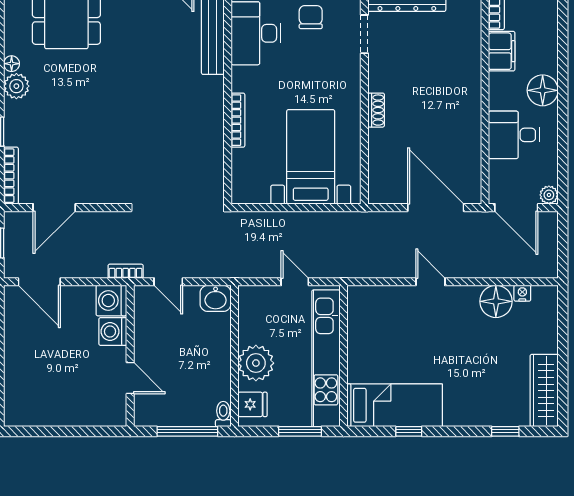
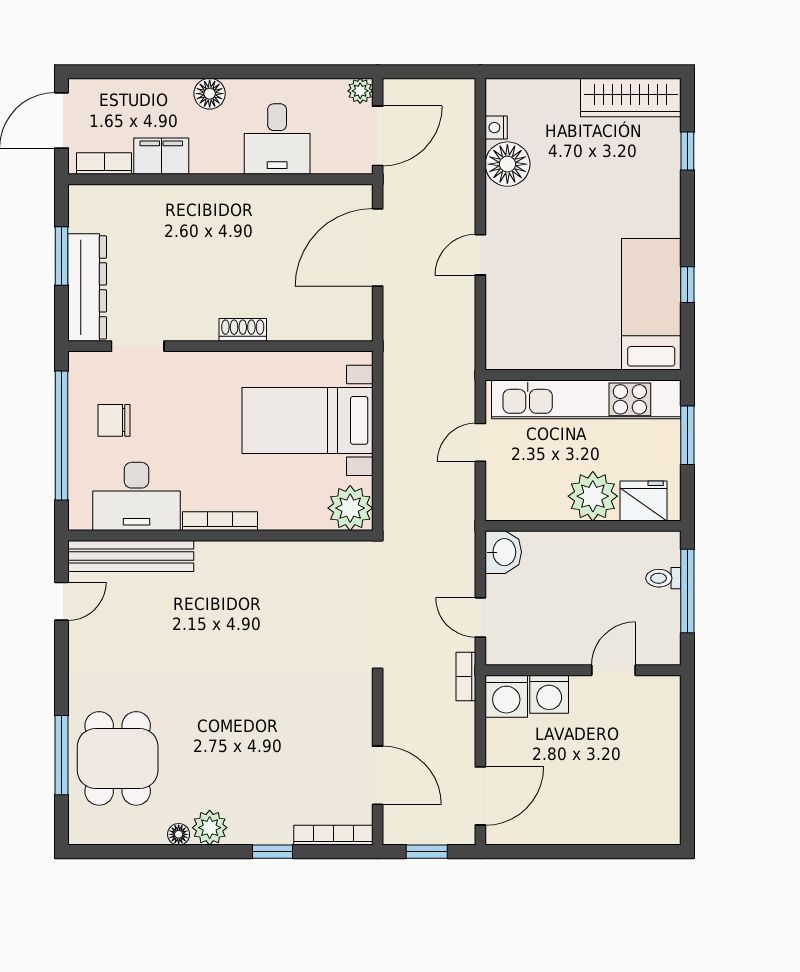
floor lamp: (543, 90) -> (210, 94), width x0.73, depth x0.73
bookcase: (238, 120) -> (220, 521), moved
plant: (247, 188) -> (350, 508), added
door: (168, 282) -> (480, 617), swing flipped
fridge: (253, 404) -> (644, 501), width x1.38
toilet: (223, 414) -> (663, 578), moved

